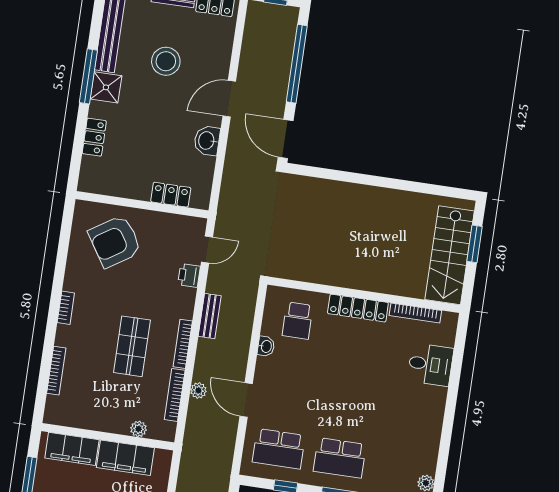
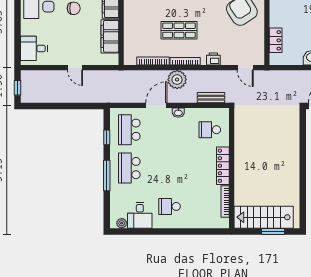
printer: (189, 275) -> (213, 59), moved
bench: (210, 316) -> (211, 98), moved
washbasin: (266, 346) -> (178, 113), moved
desk: (430, 365) -> (140, 215), moved
plant: (198, 391) -> (177, 80), moved, width x1.88, depth x1.88
school desk: (410, 403) -> (170, 206), added
plant: (139, 429) -> (129, 42), removed

